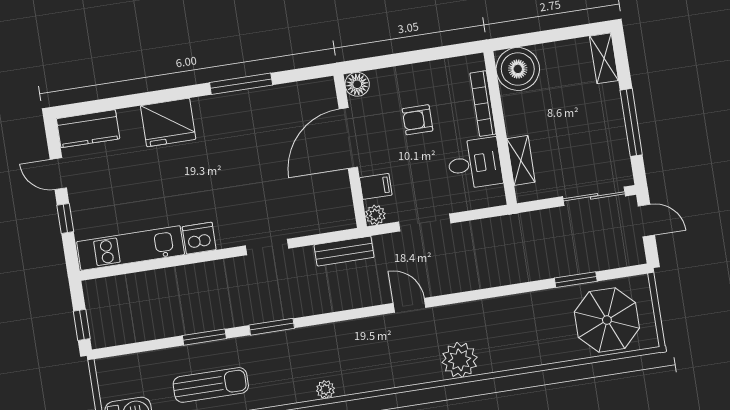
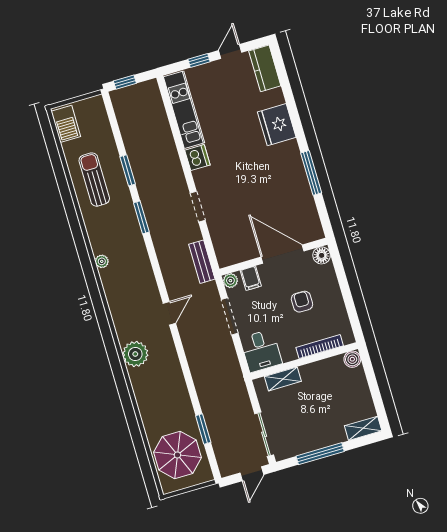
boiler: (518, 69) -> (352, 359), width x0.54, depth x0.54
desk: (475, 164) -> (261, 351), moved
sun lounger: (211, 385) -> (94, 180), turned 180

